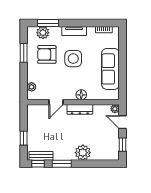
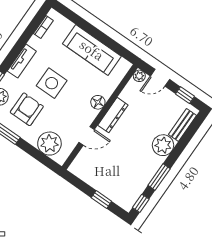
armchair: (47, 54) -> (27, 109), turned 180
plant: (32, 87) -> (49, 144), width x1.87, depth x1.87
door: (56, 102) -> (87, 136), hinge flipped
bench: (41, 156) -> (183, 125), moved

